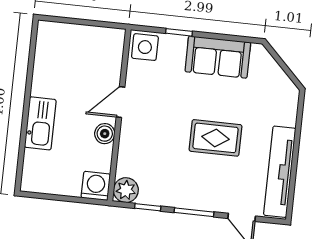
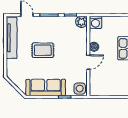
sofa: (218, 57) -> (46, 88), width x1.36

